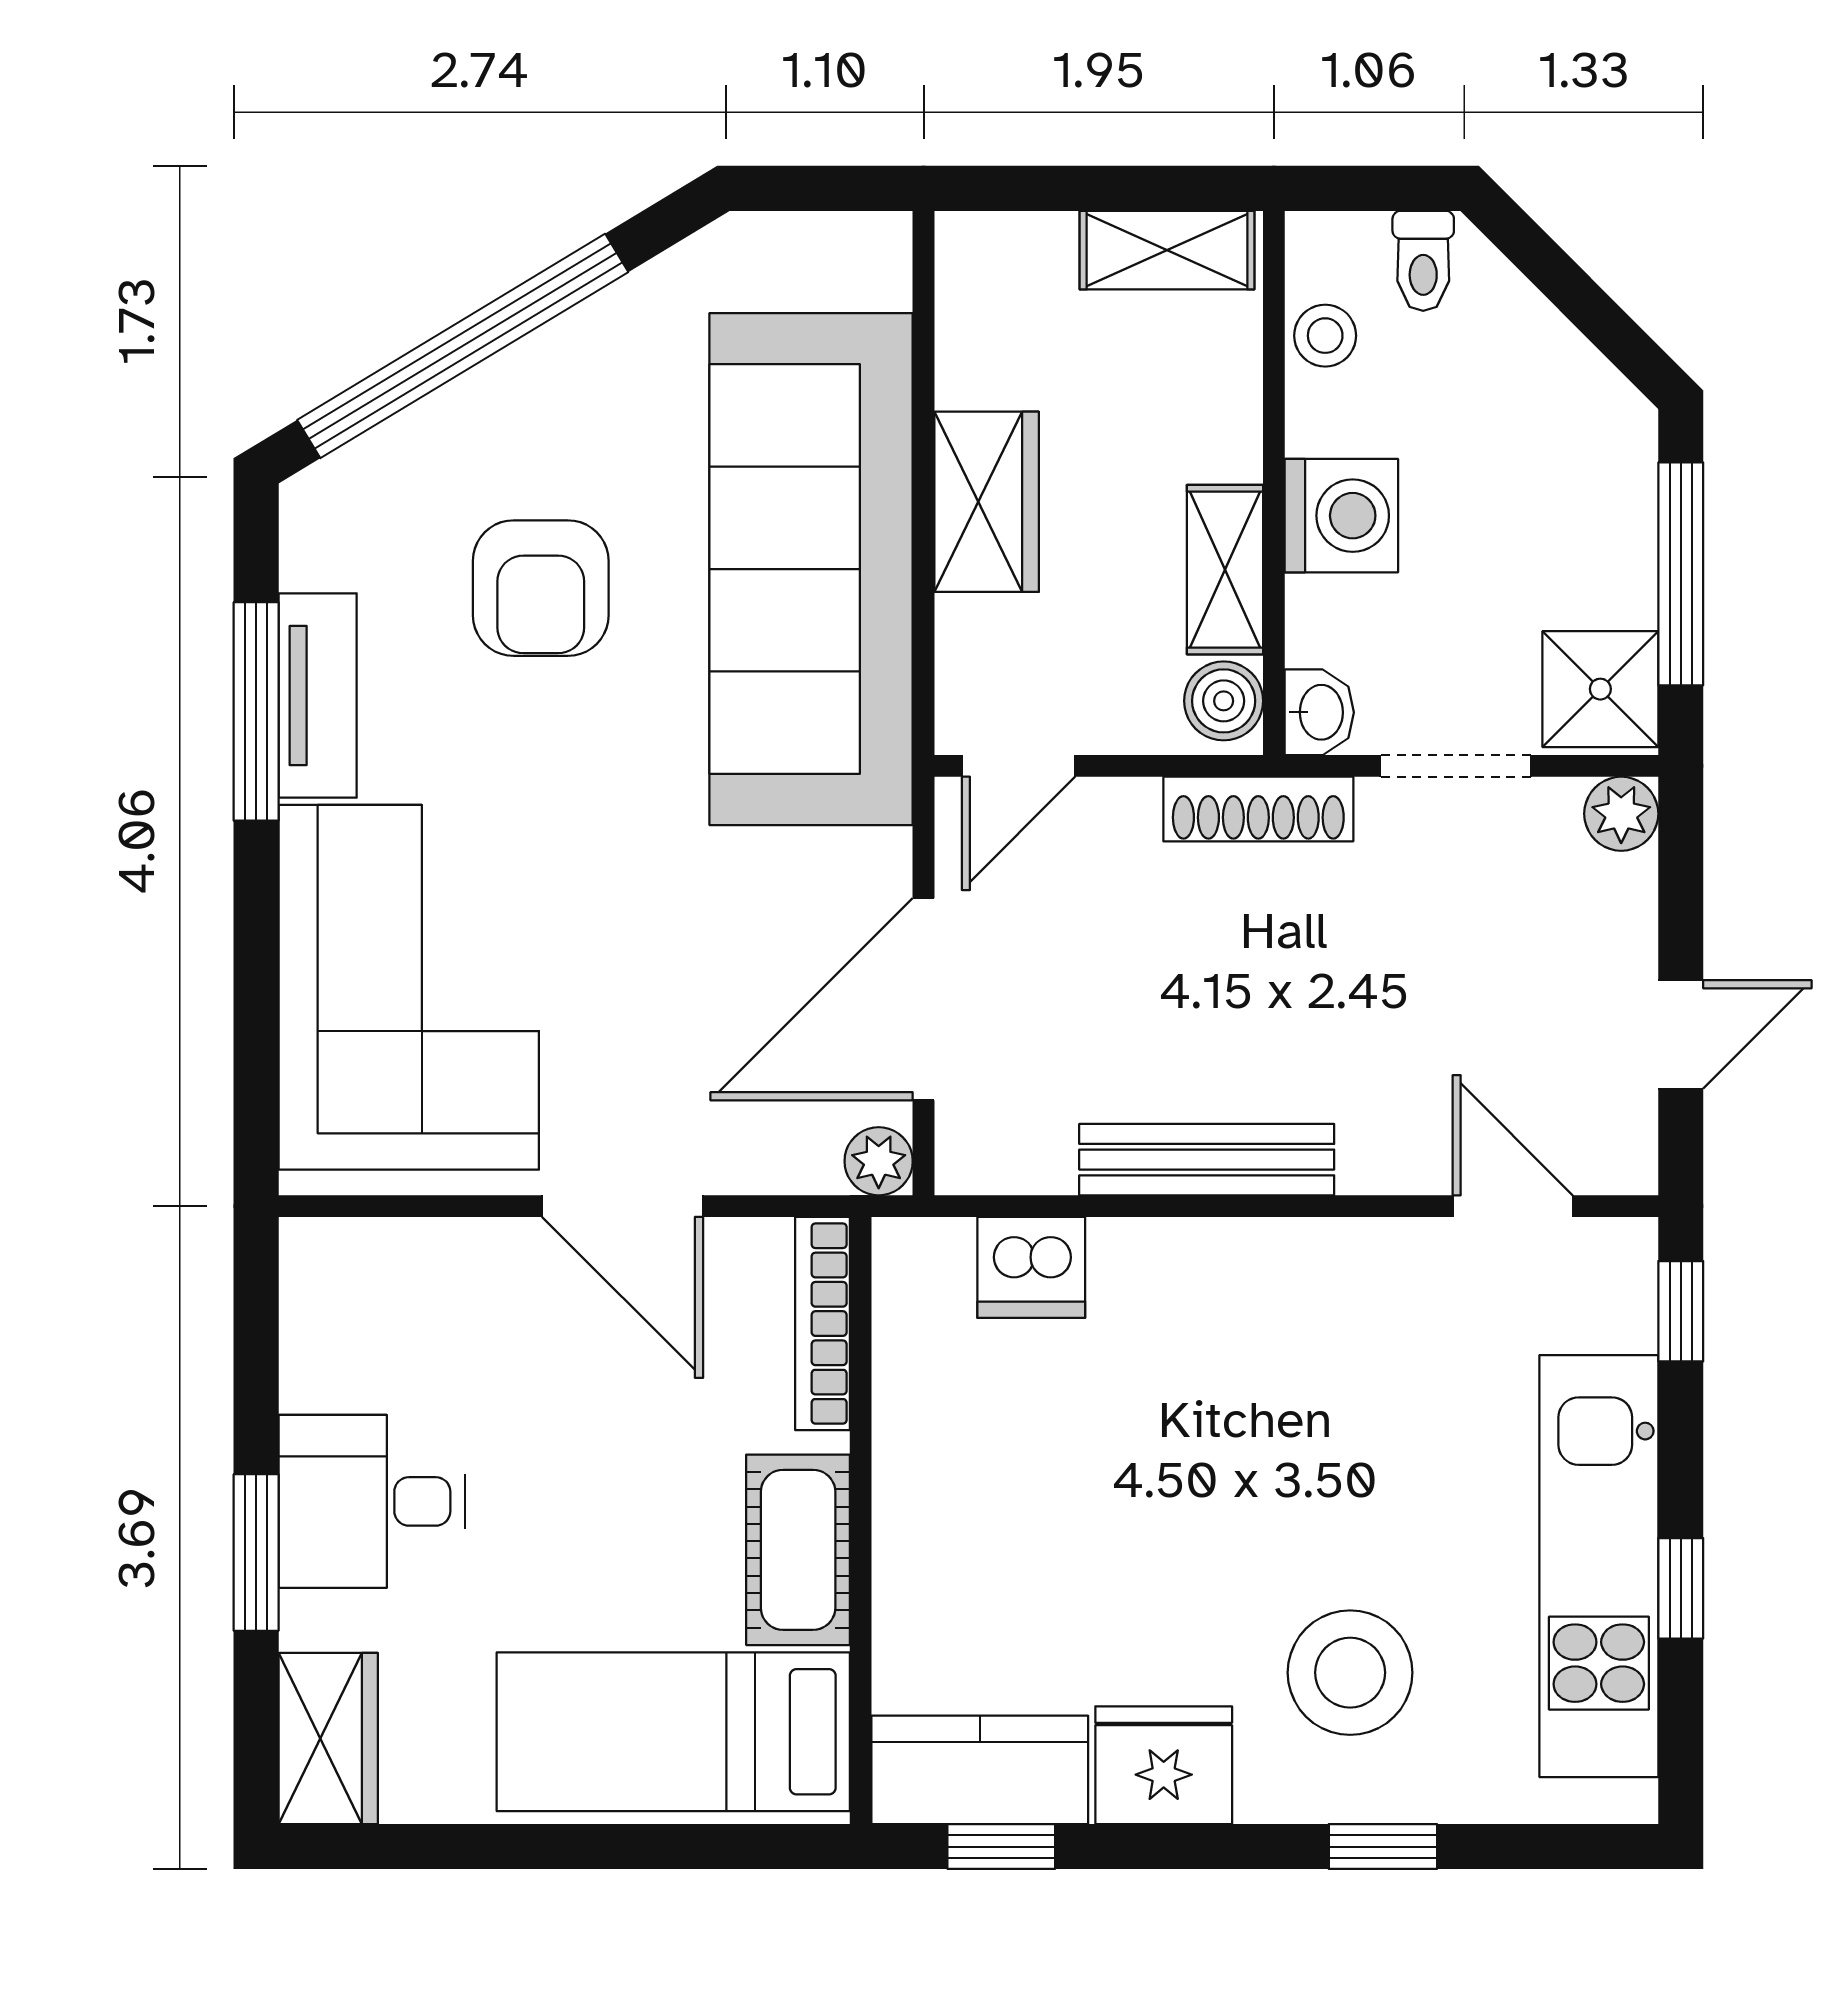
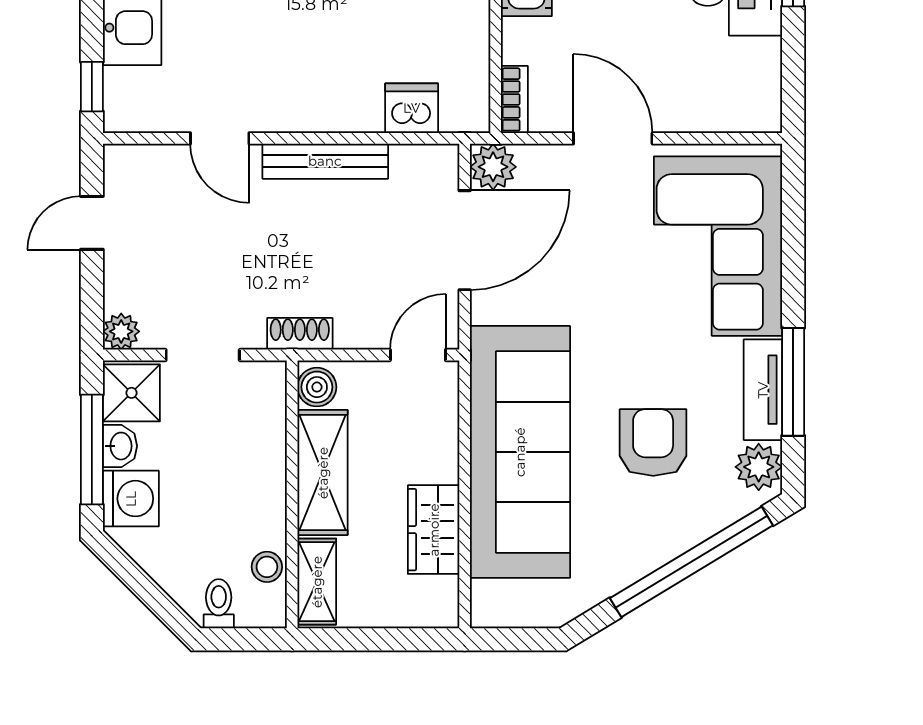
shelving: (1167, 250) -> (317, 582), moved, turned 90
wardrobe: (987, 502) -> (434, 530), moved
washing machine: (1341, 516) -> (131, 499), moved, turned 180
plant: (326, 539) -> (759, 467), added
shelving: (1225, 570) -> (323, 473), width x1.50, depth x1.33
washbasin: (1319, 712) -> (120, 446), moved, turned 180
shoe rack: (1258, 809) -> (300, 334), width x0.70
plant: (879, 1161) -> (493, 167), width x1.38, depth x1.38
door: (1513, 1206) -> (220, 138), moved
bookcase: (823, 1324) -> (514, 99), width x0.64

